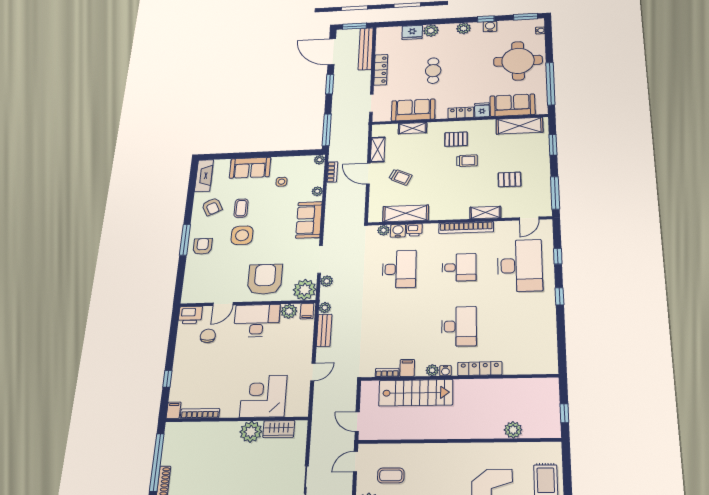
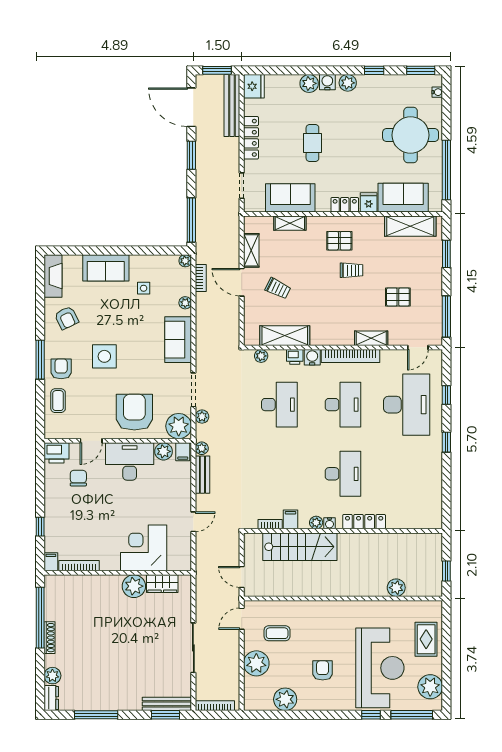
water cooler: (490, 26) -> (327, 82), moved
fridge: (412, 32) -> (254, 86), moved, turned -90
coffee table: (241, 208) -> (58, 401), moved
water cooler: (398, 231) -> (312, 357), moved
desk: (459, 267) -> (343, 405), width x1.37

